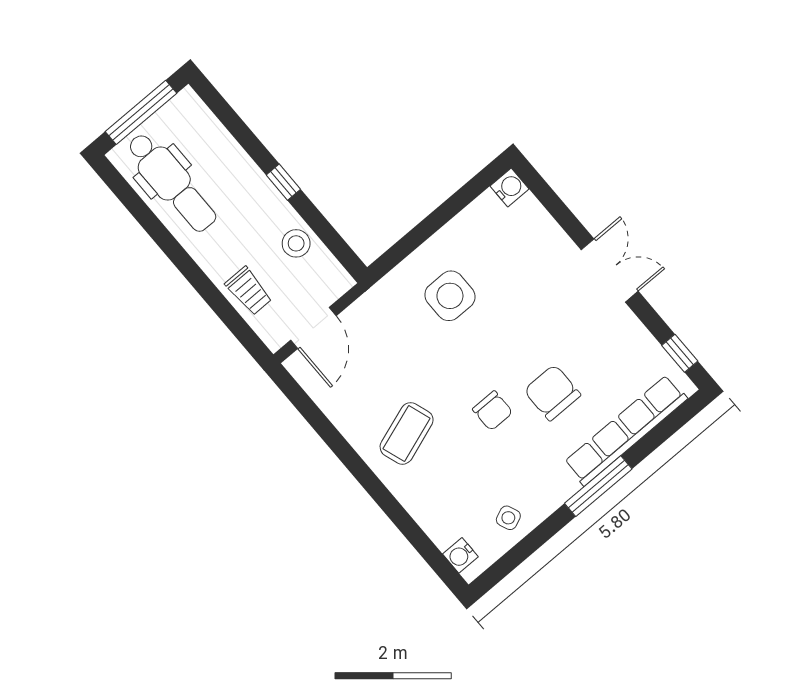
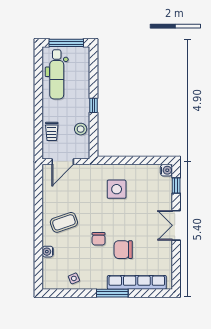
double door: (610, 270) -> (176, 225), swing flipped
window: (680, 353) -> (176, 185), moved
chair: (552, 393) -> (123, 250), turned -90
water cooler: (460, 555) -> (48, 252), moved

